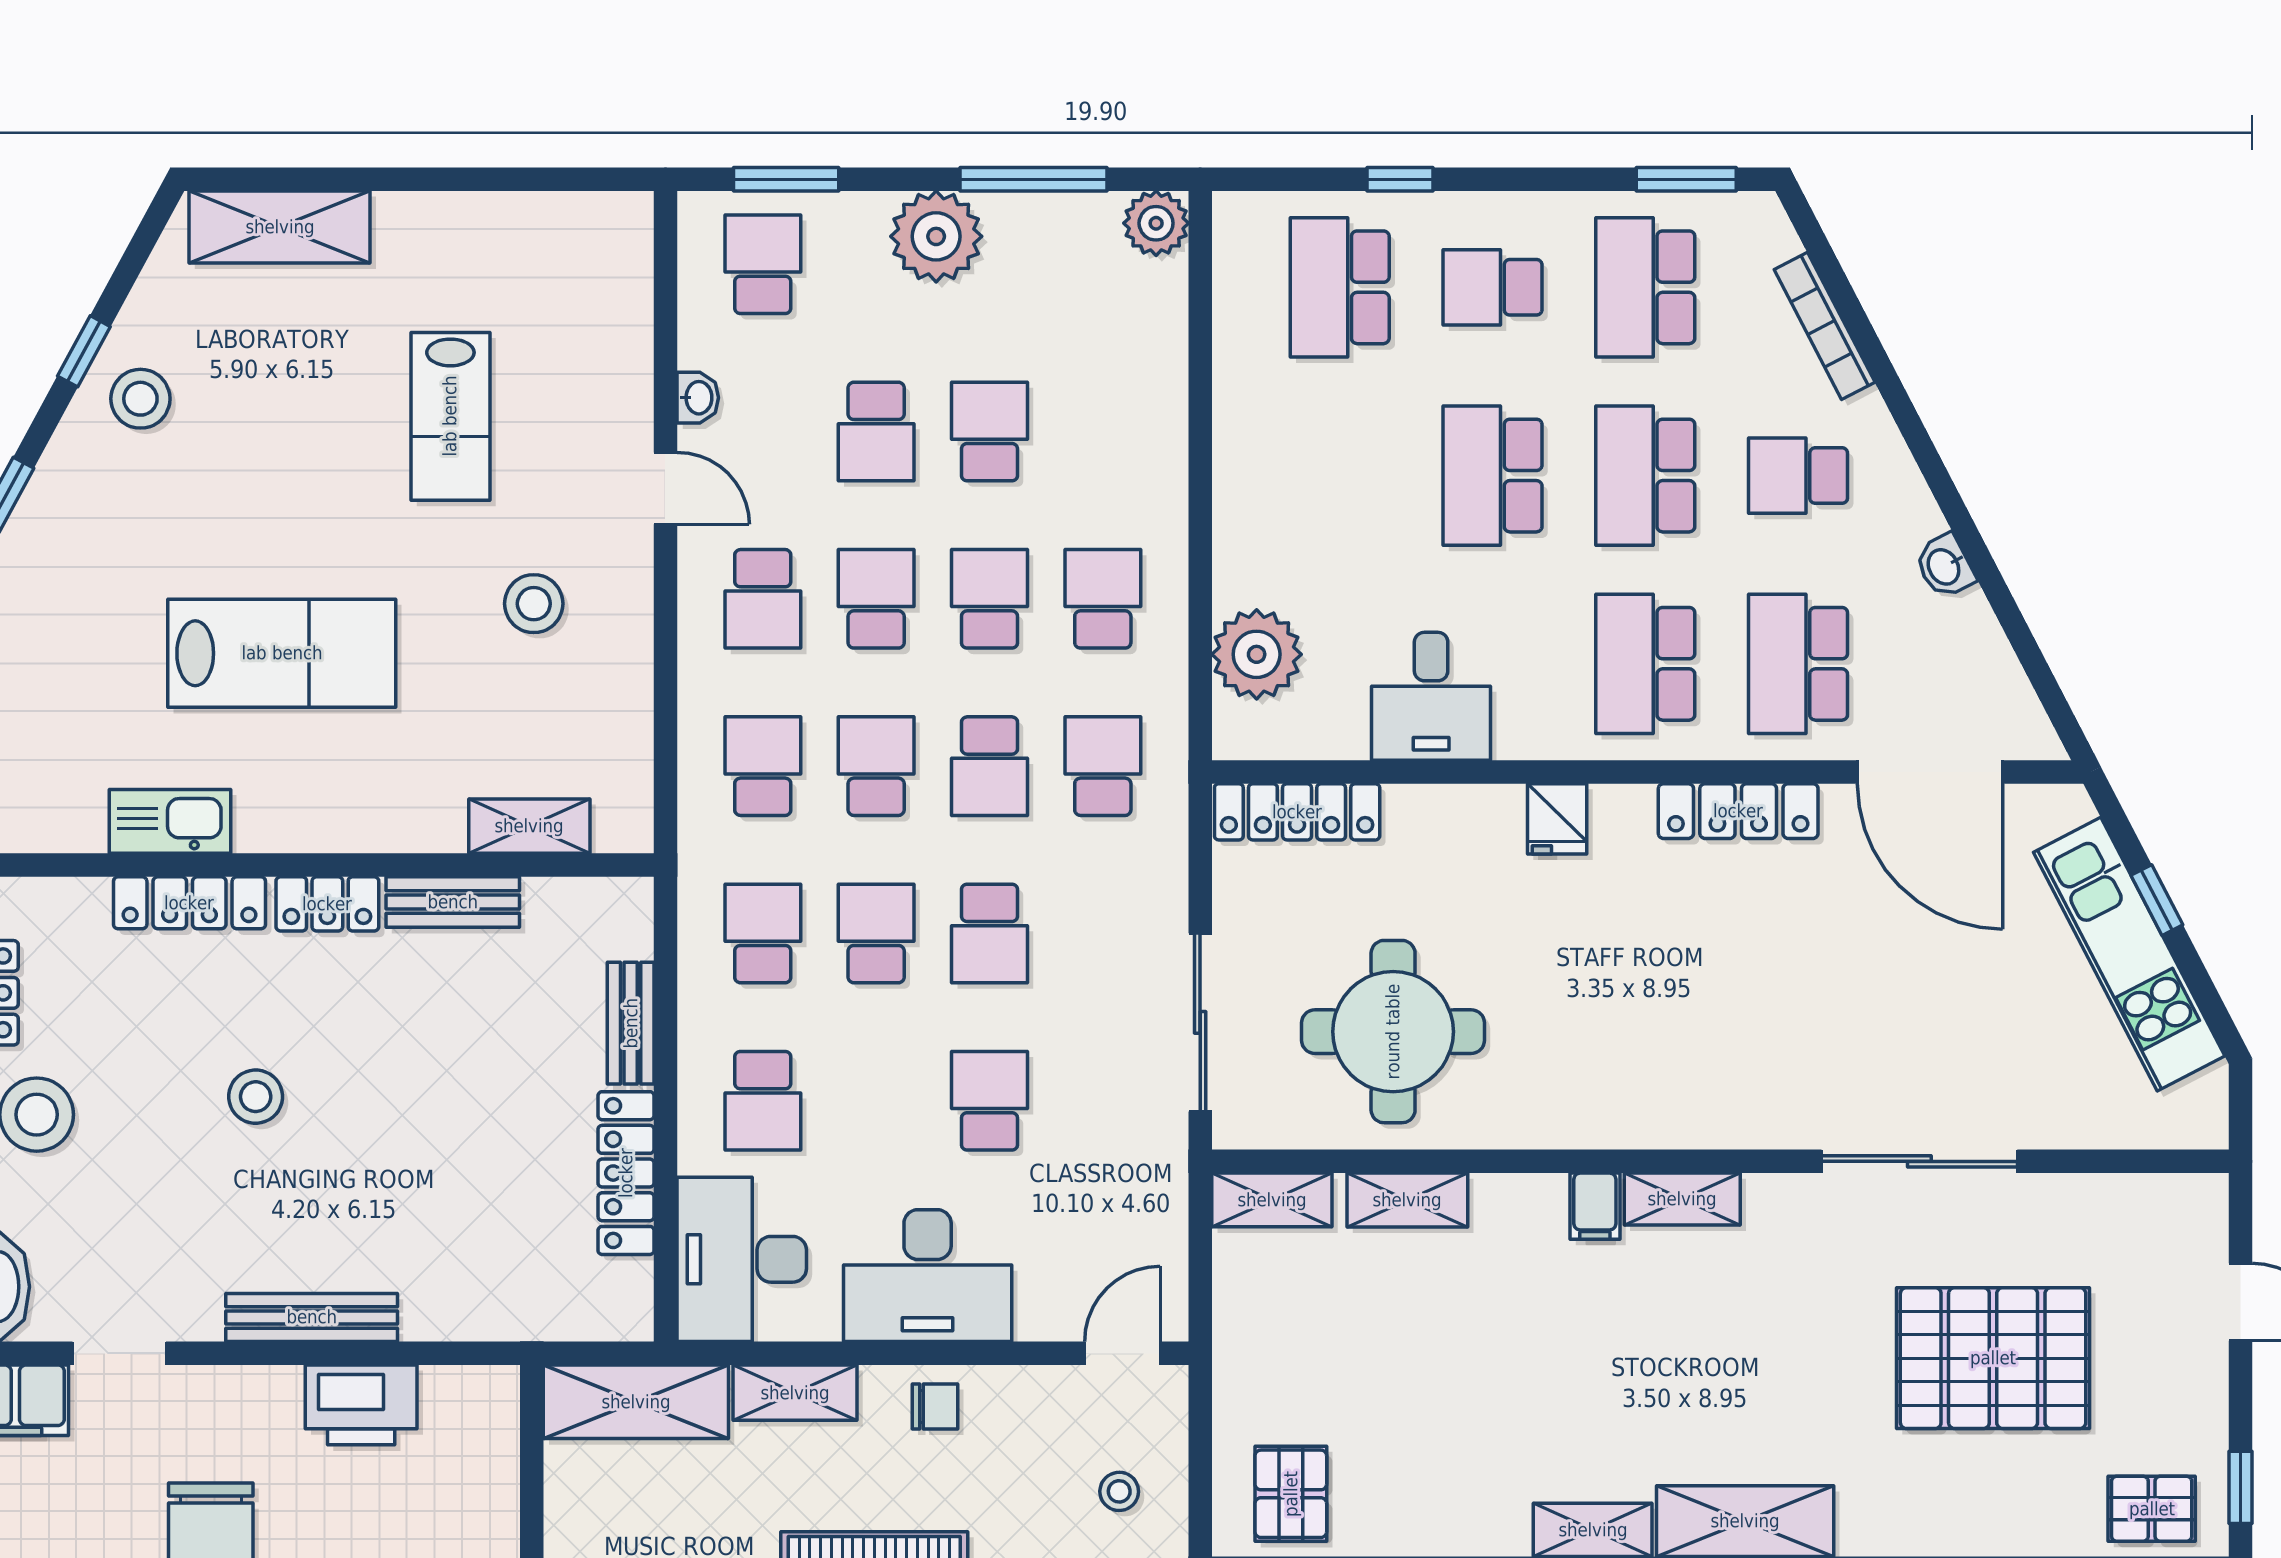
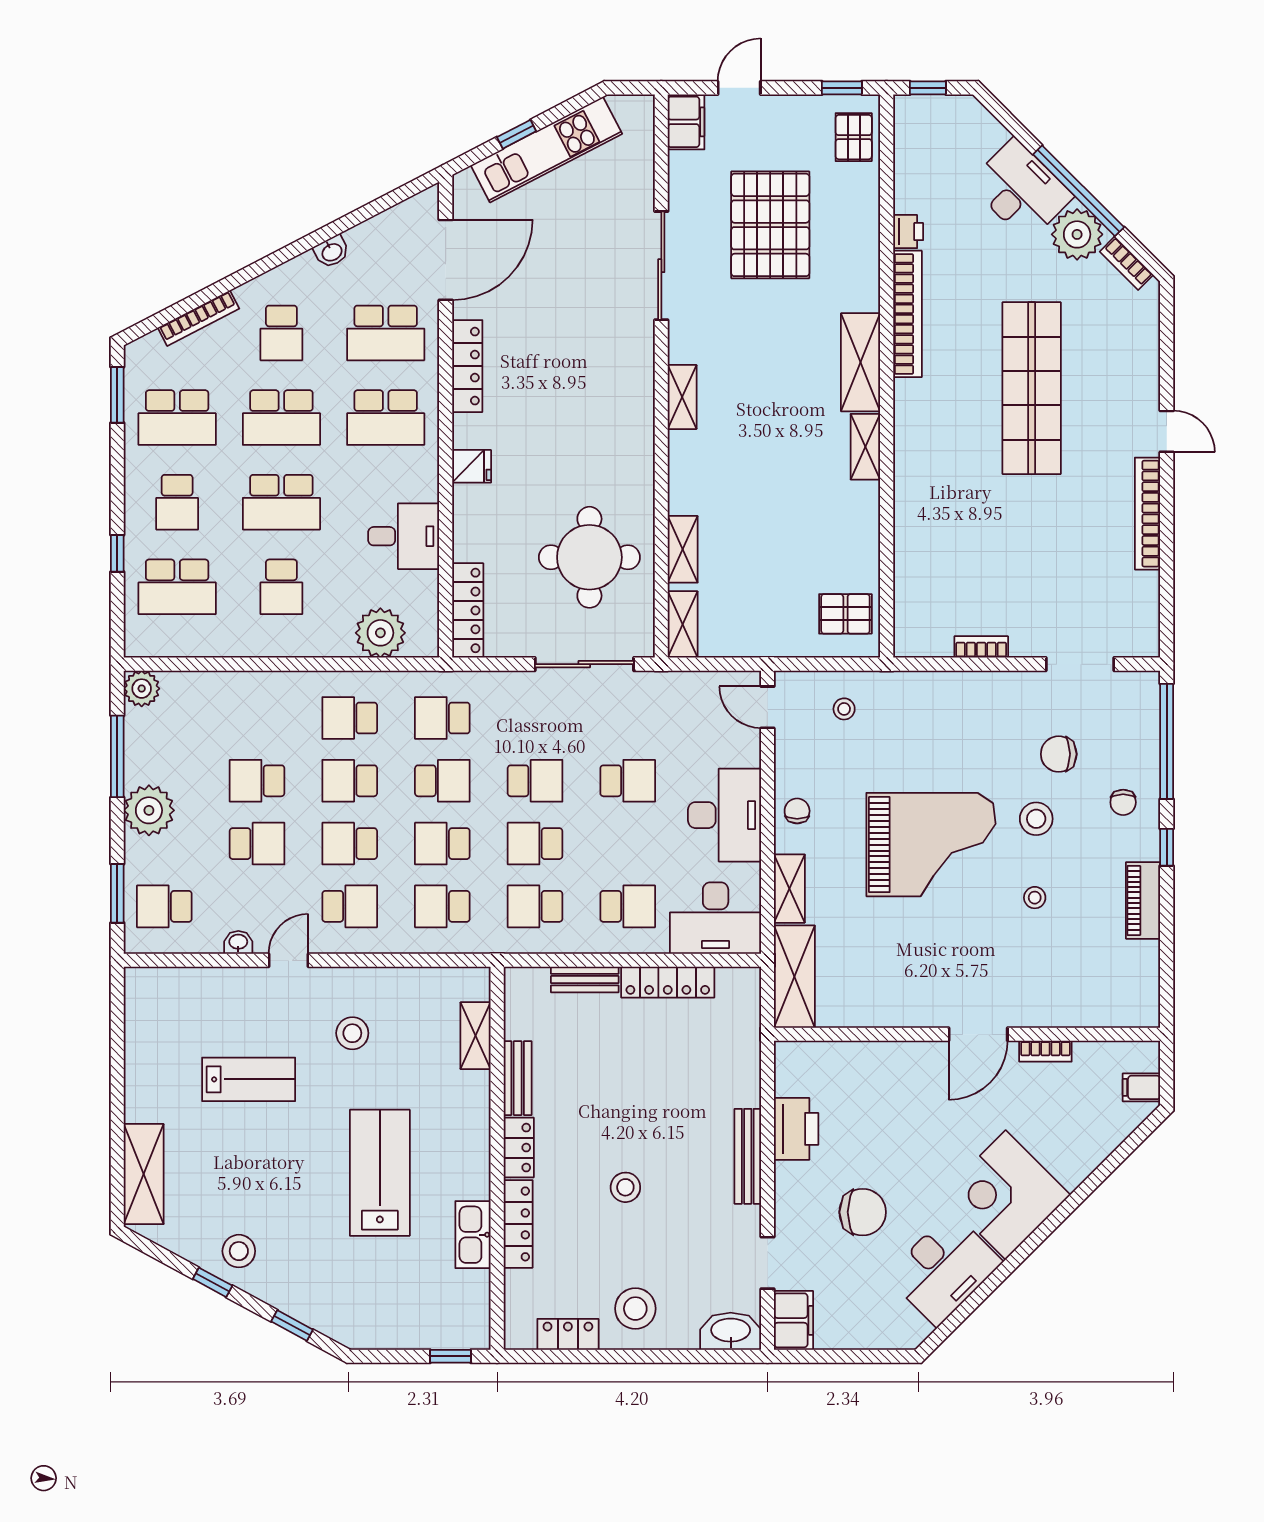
school desk: (1340, 476) -> (281, 587), added
school desk: (989, 1101) -> (628, 781), turned 180
filing cabinet: (1595, 1206) -> (686, 122), moved, width x2.00

